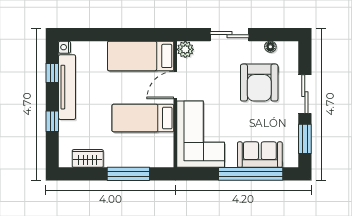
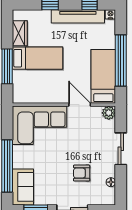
window: (121, 35) -> (121, 60), added
armchair: (259, 83) -> (82, 173), width x0.53, depth x0.53
bed: (143, 118) -> (38, 58), moved, turned 90
sofa: (260, 155) -> (23, 187), moved

